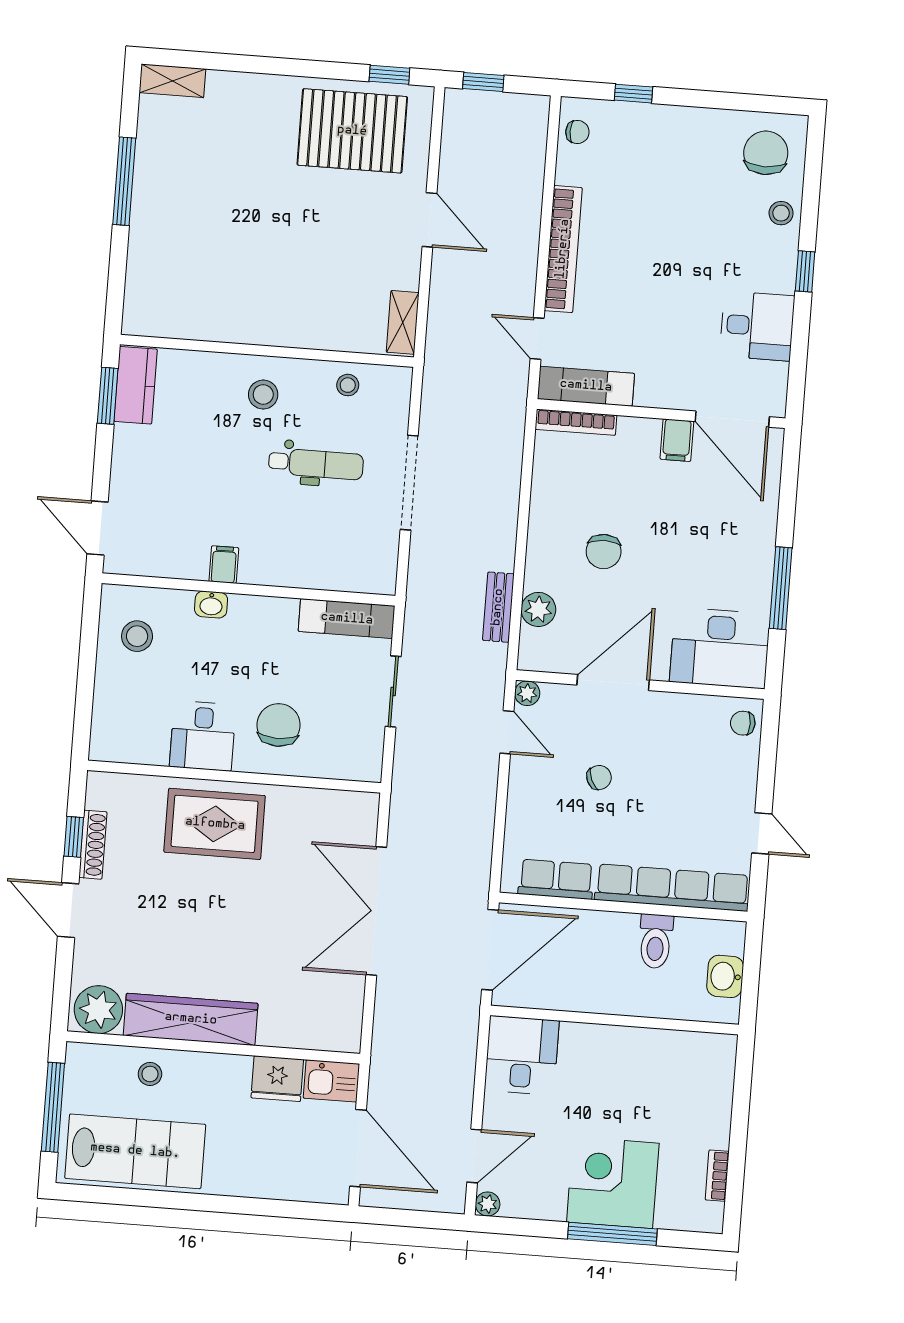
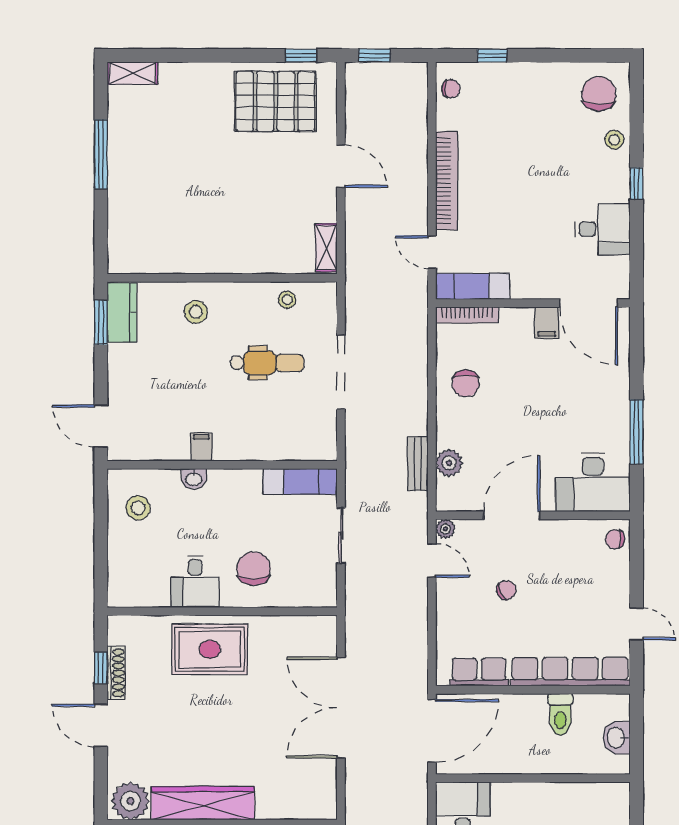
stool: (263, 395) -> (196, 312), moved
chair: (604, 552) -> (466, 383), moved

